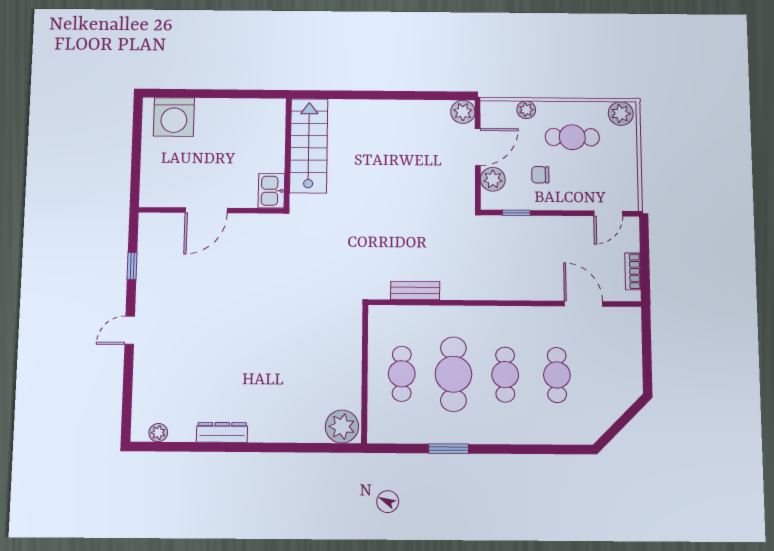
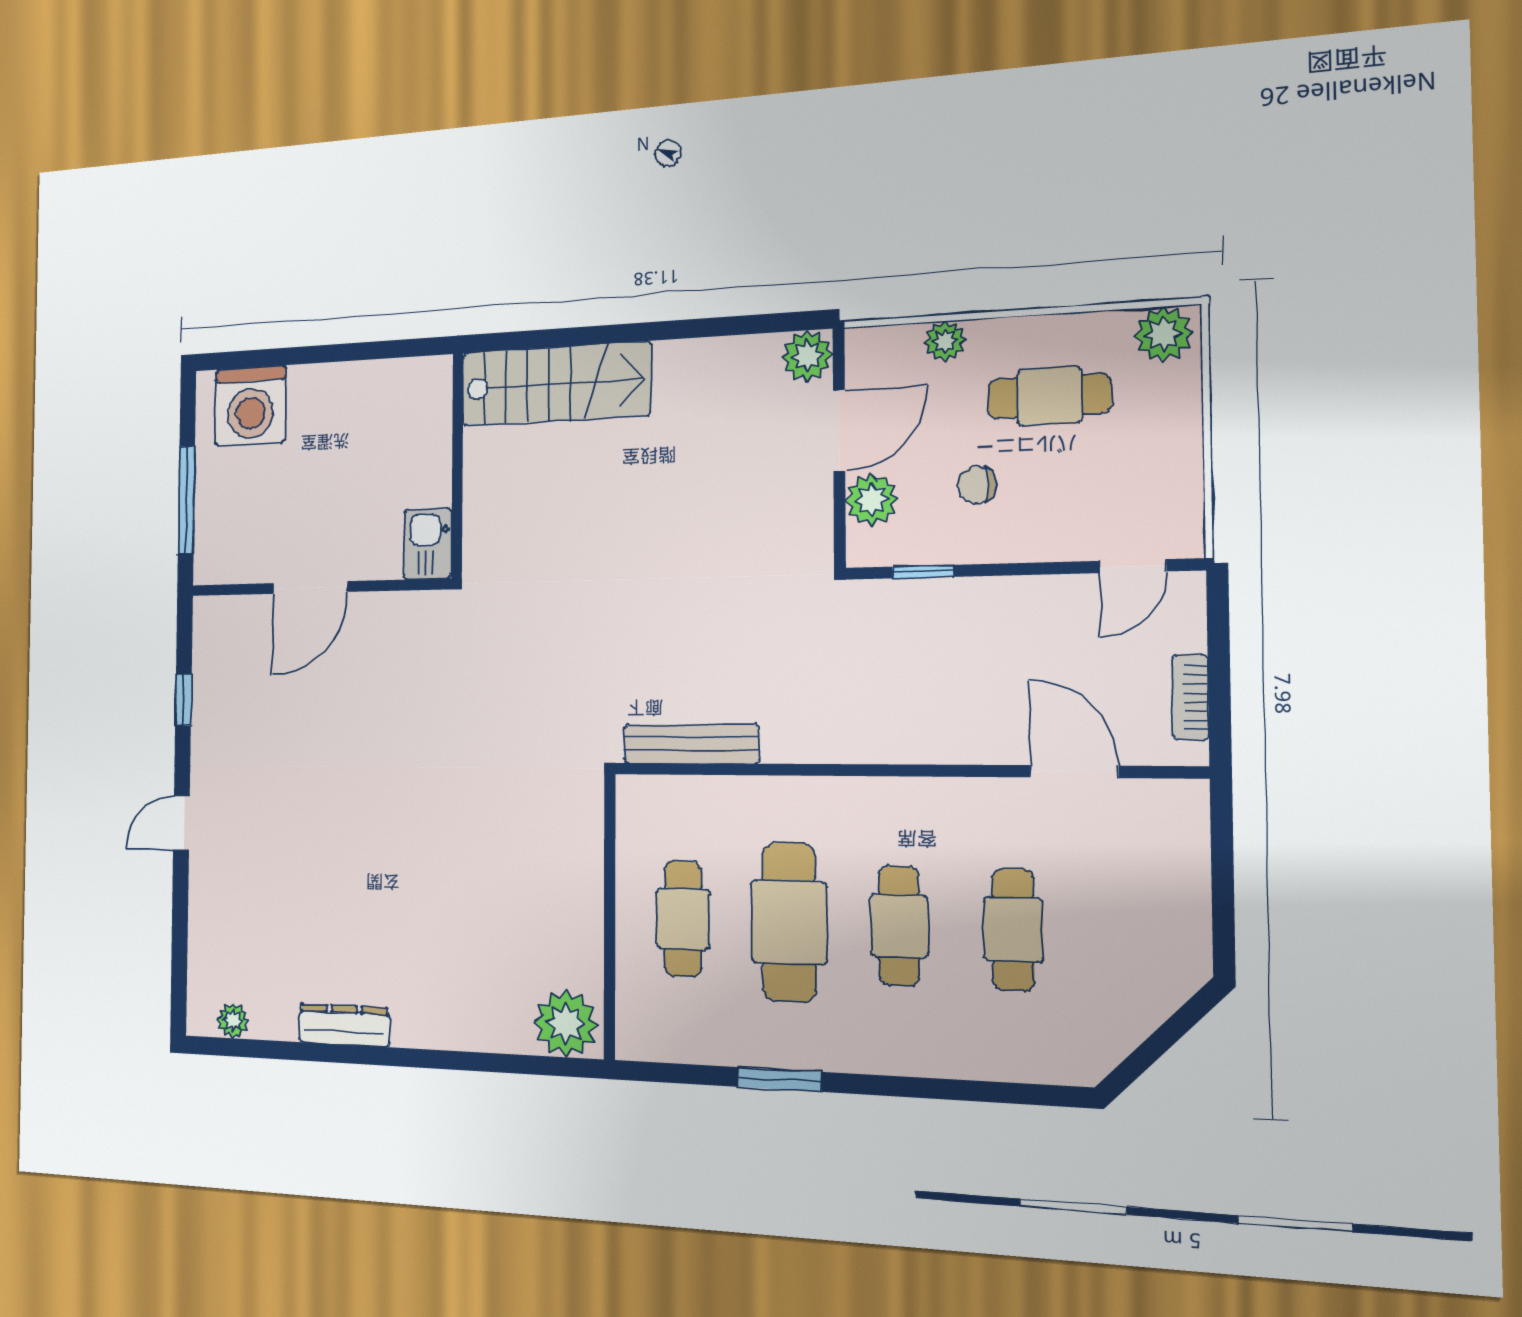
stairs: (309, 146) -> (555, 384), moved, turned 90
window: (136, 163) -> (186, 500), added
bench: (415, 290) -> (691, 744), width x1.36

